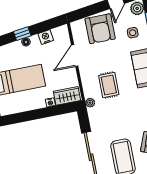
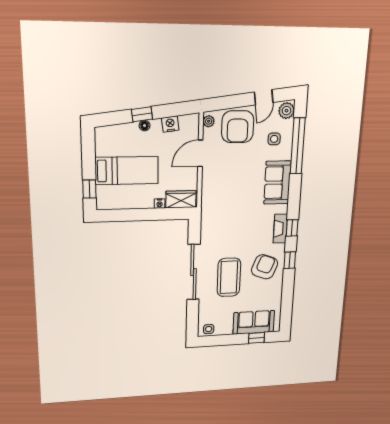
rug: (109, 85) -> (232, 195), removed
plant: (90, 103) -> (209, 121), moved

